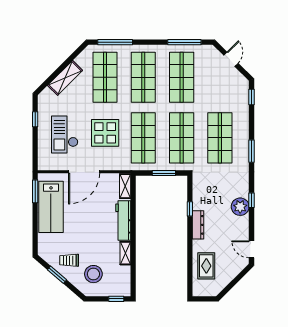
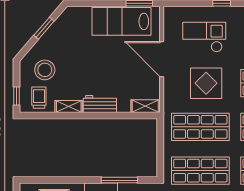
window: (164, 173) -> (160, 150), removed
window: (190, 209) -> (119, 180), width x2.17
workbench: (123, 220) -> (100, 104), width x0.73
trolley: (69, 260) -> (39, 98), moved

